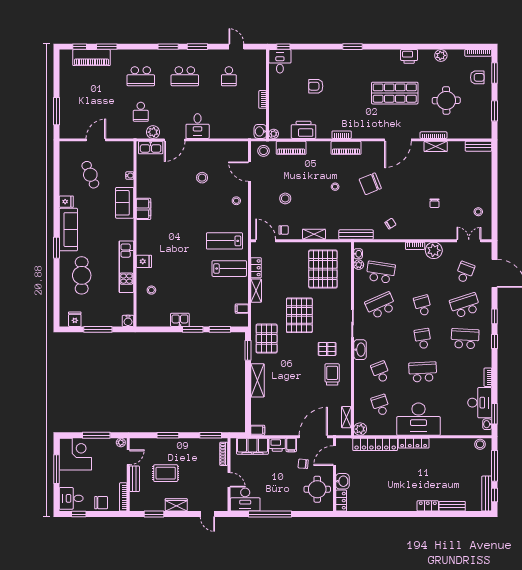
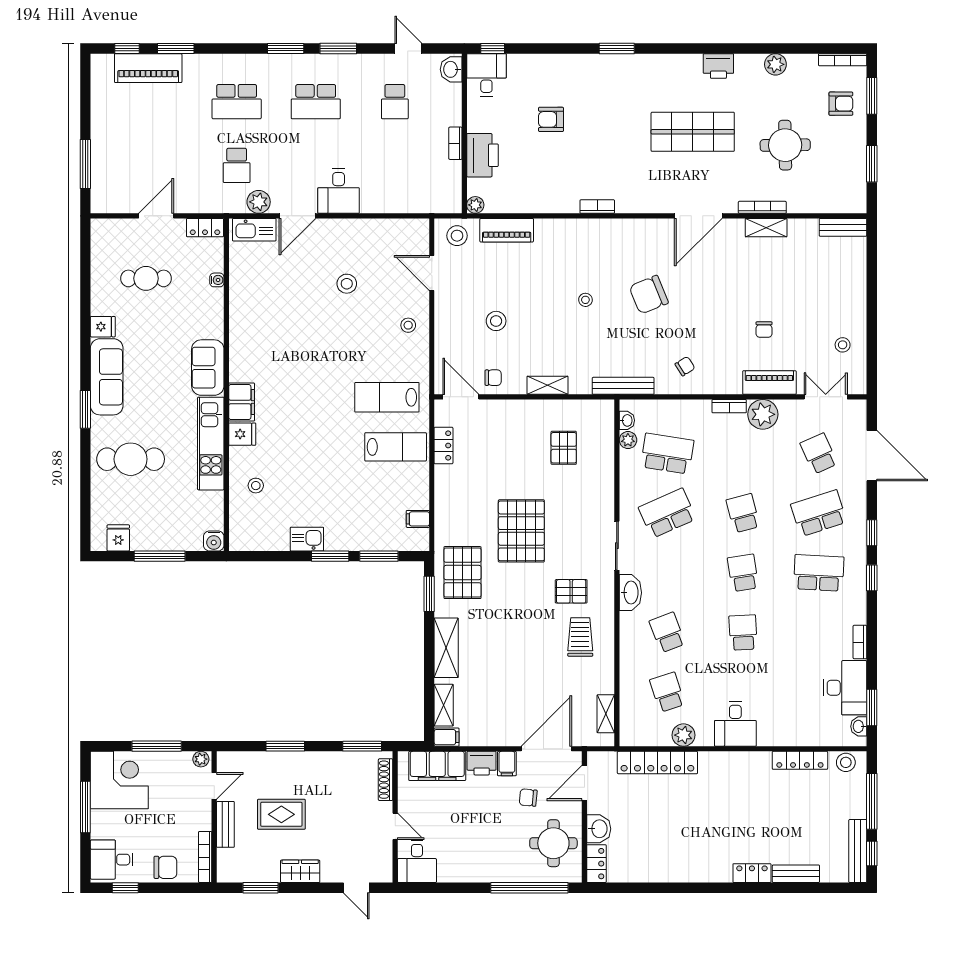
printer: (304, 130) -> (482, 155), moved, turned 90
washbasin: (260, 131) -> (451, 69), moved
locker: (123, 146) -> (205, 228), added
piano: (346, 148) -> (769, 383), moved, turned 180
cafe table: (90, 175) -> (146, 278), turned -68
sofa: (125, 203) -> (208, 368), moved
filing cabinet: (144, 209) -> (242, 402), moved
pallet: (323, 269) -> (564, 448), width x0.49, depth x0.50
school desk: (465, 272) -> (819, 454), turned -45
cafe table: (82, 275) -> (131, 459), turned 90
shelving: (256, 291) -> (444, 705), moved
school desk: (423, 372) -> (743, 632), width x0.54
desk: (419, 419) -> (735, 724), width x0.53, depth x0.77
plant: (360, 429) -> (683, 735), moved
locker: (414, 443) -> (800, 760), moved
desk: (245, 500) -> (417, 862), width x0.73
window: (270, 514) -> (529, 888), moved

